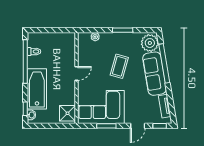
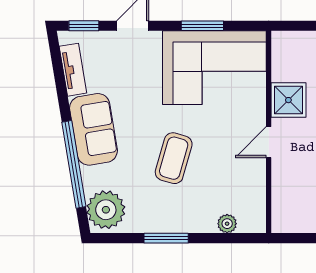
sofa: (154, 74) -> (93, 129), width x0.73
shower: (68, 113) -> (288, 100), moved

